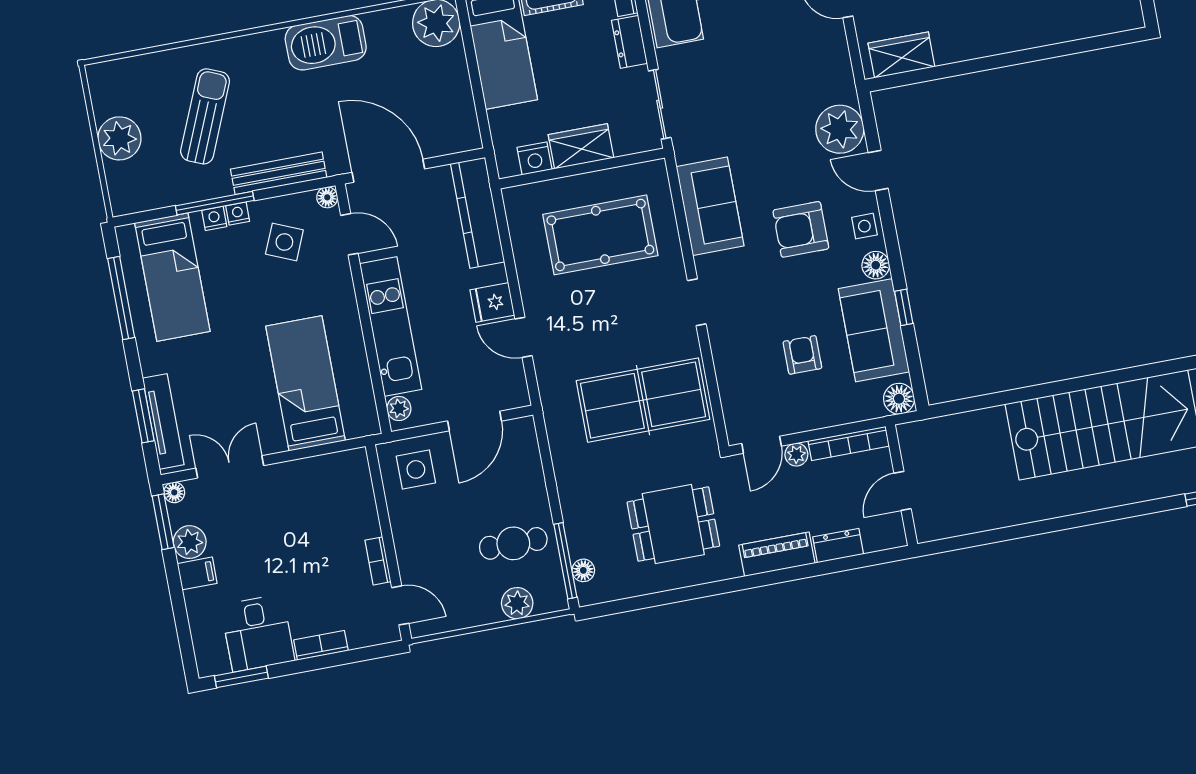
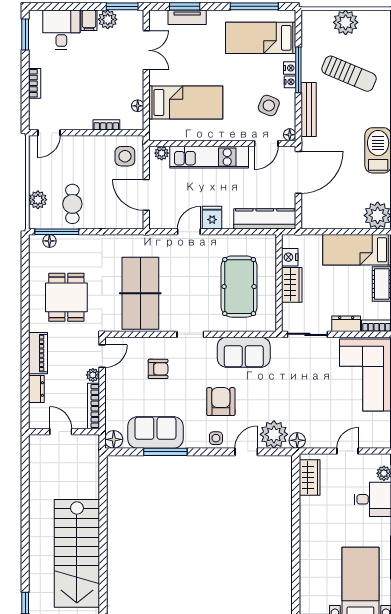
floor lamp: (876, 265) -> (297, 440), moved
window: (904, 307) -> (165, 452), width x2.17
armchair: (802, 355) -> (158, 369), moved
tv unit: (163, 421) -> (187, 17), width x0.71
door: (762, 445) -> (102, 356), swing flipped
floor lamp: (174, 492) -> (138, 106), moved
bookcase: (378, 561) -> (106, 125), moved
desk: (258, 633) -> (61, 30), moved, turned 90

